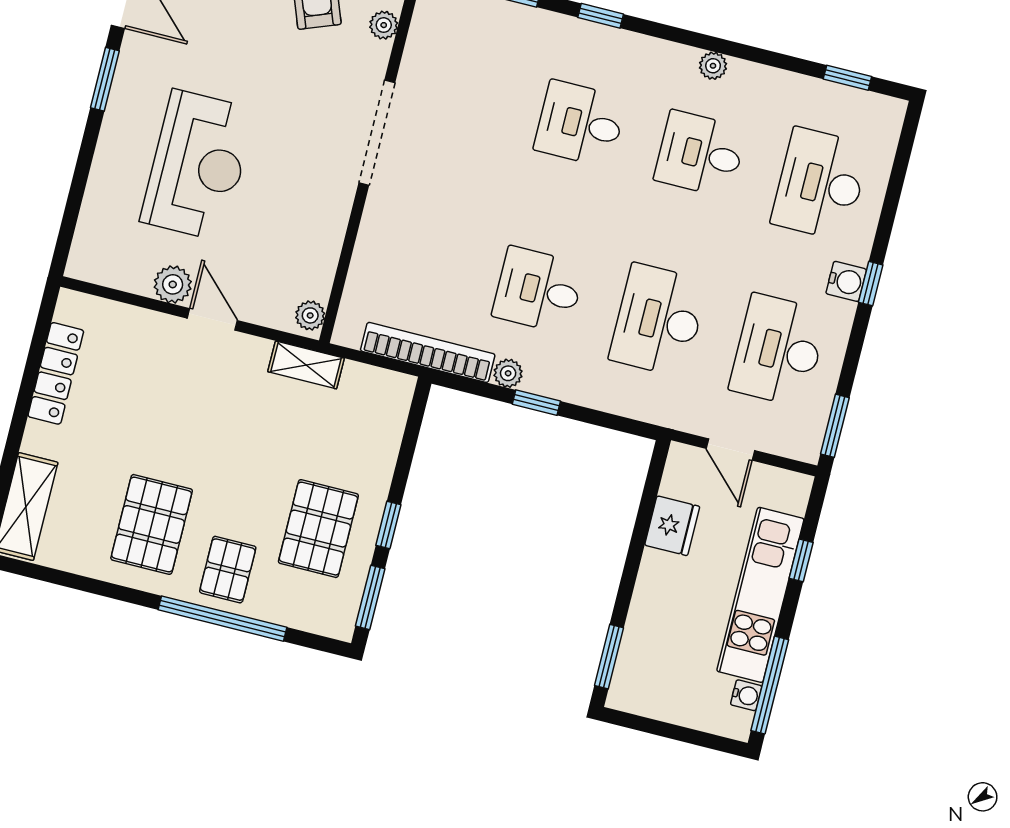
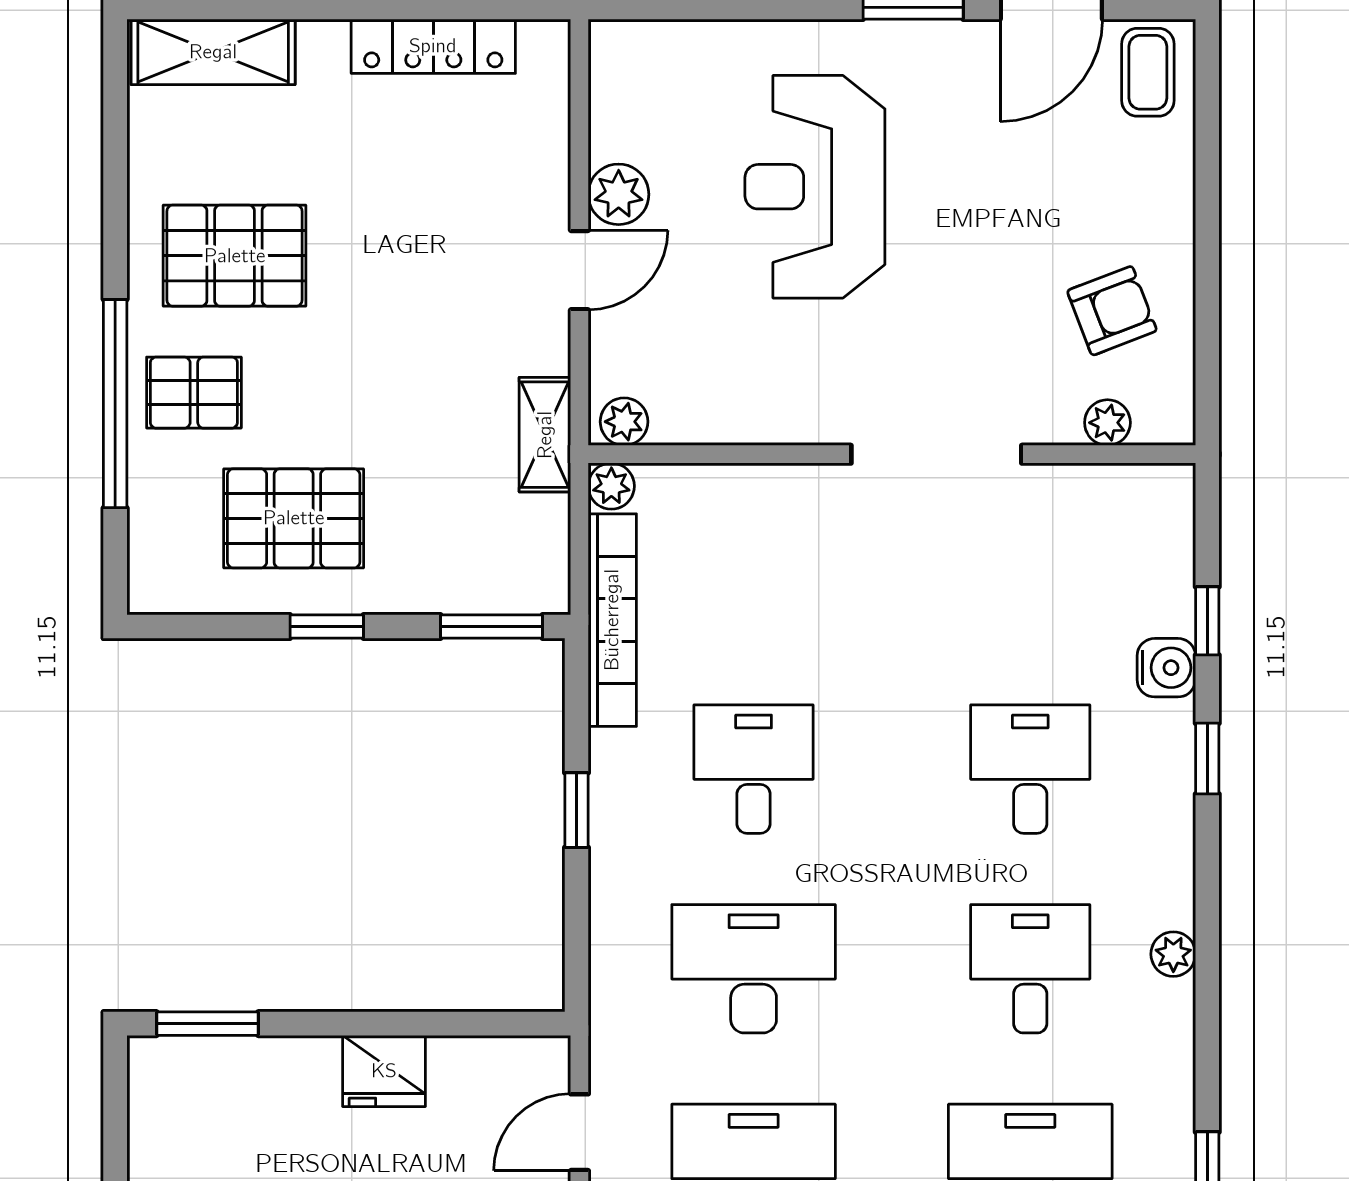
water cooler: (540, 27) -> (1166, 668), added
reception desk: (198, 165) -> (815, 187), turned 90
plant: (508, 373) -> (611, 486), moved
fridge: (672, 526) -> (384, 1071), moved
window: (370, 597) -> (491, 627), moved

